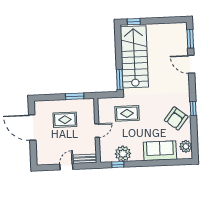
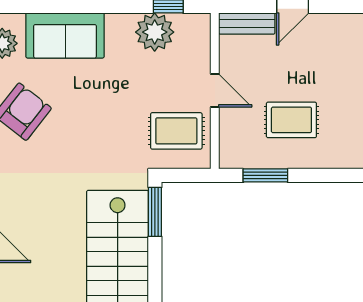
rug: (127, 113) -> (176, 131), moved
door: (97, 131) -> (215, 90), swing flipped

